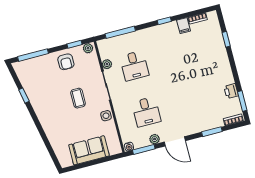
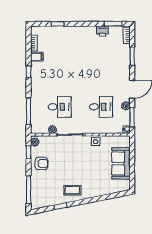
coffee table: (78, 98) -> (72, 190), moved

